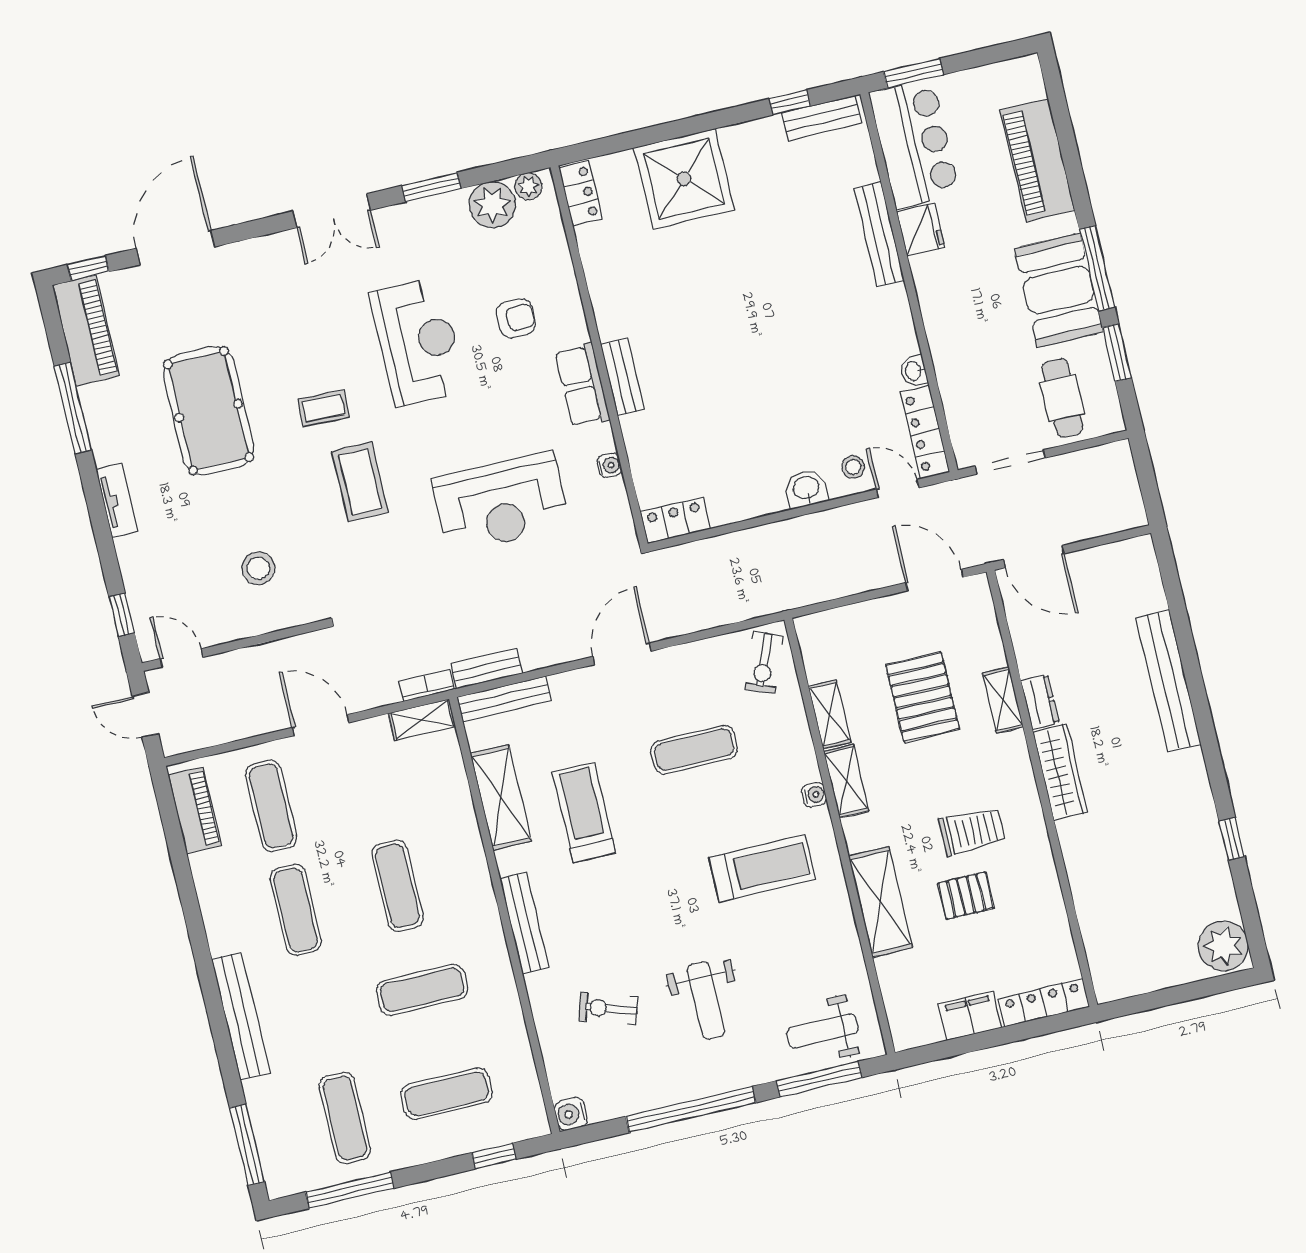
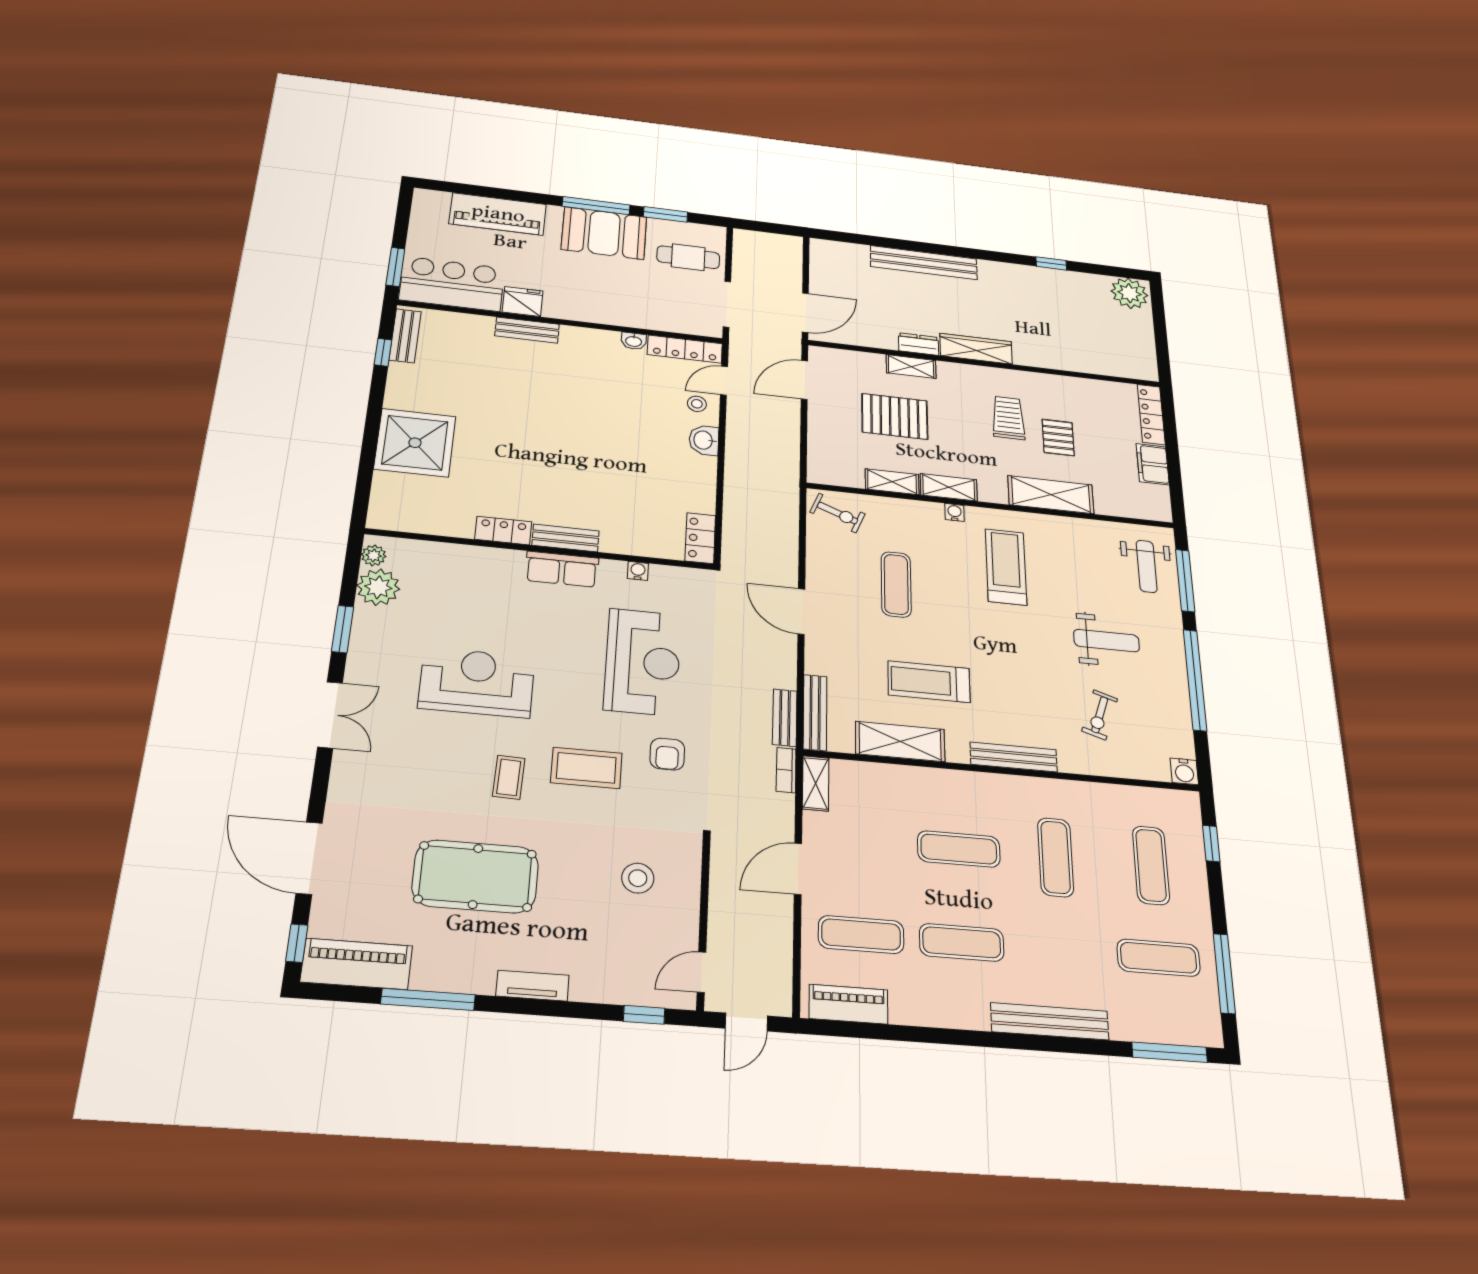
locker: (580, 193) -> (503, 531), moved
bench: (879, 235) -> (527, 330), width x0.73
armchair: (516, 318) -> (667, 754), moved, turned 180

